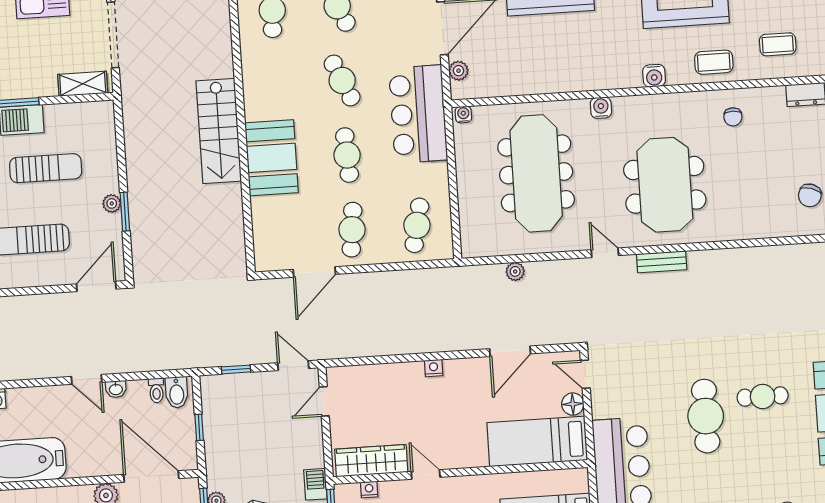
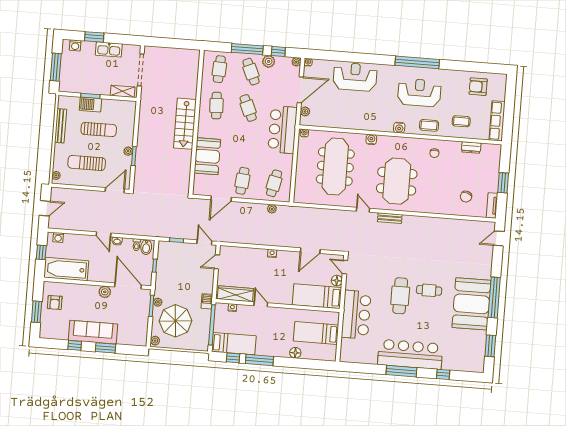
cafe table: (347, 155) -> (216, 106), moved
booth: (272, 158) -> (207, 156), moved
plant: (515, 271) -> (272, 209), moved

